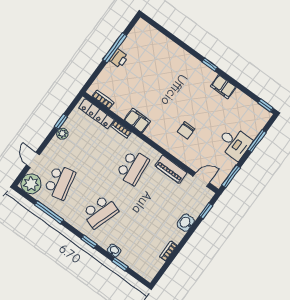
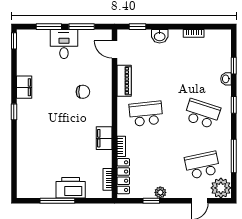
printer: (119, 58) -> (71, 188), width x1.87, depth x1.48
window: (231, 176) -> (82, 27), moved

